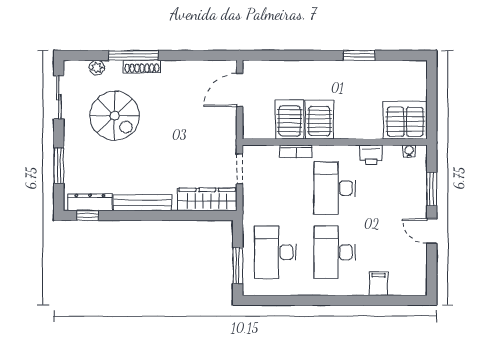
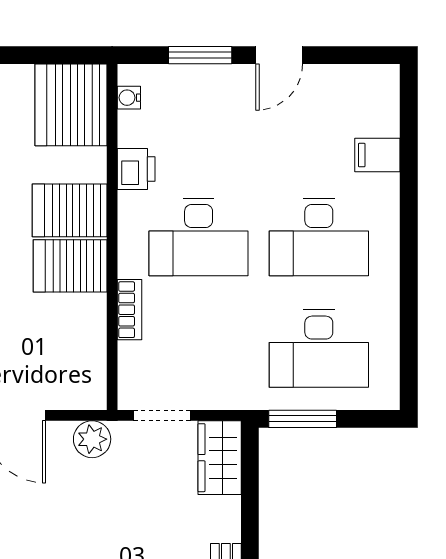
server rack: (290, 119) -> (70, 210), moved
plant: (227, 131) -> (92, 439), added
wardrobe: (207, 199) -> (220, 458), width x0.67
window: (238, 266) -> (303, 419), moved

